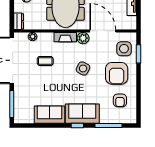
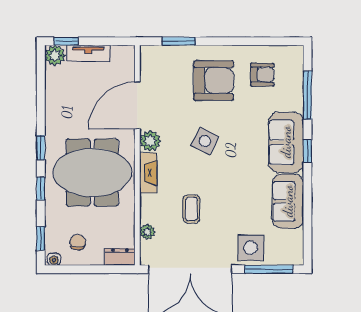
side table: (124, 49) -> (251, 248), moved

